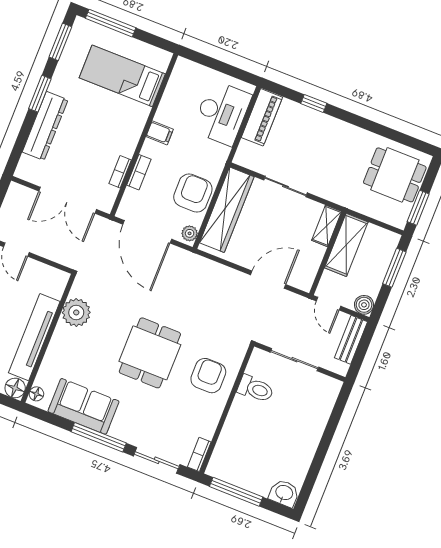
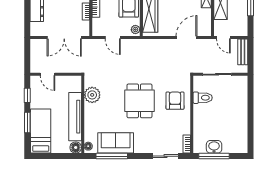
door: (147, 232) -> (113, 38), width x0.53
boiler: (364, 305) -> (242, 31), removed
window: (99, 437) -> (112, 156), moved
washbasin: (284, 493) -> (214, 147), moved

